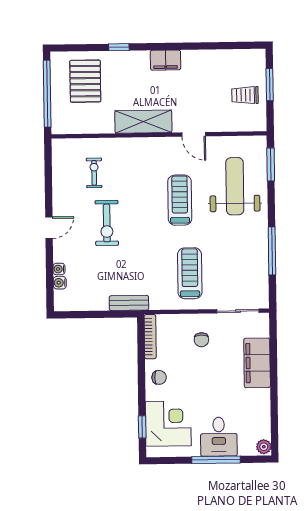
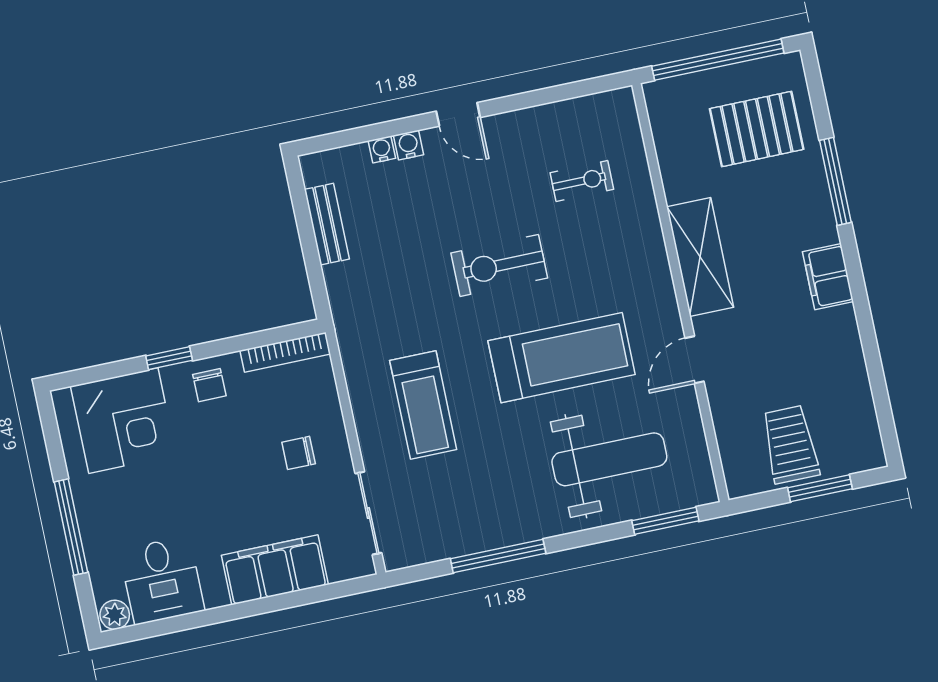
window: (119, 47) -> (835, 181), width x2.17
trolley: (245, 95) -> (790, 444), width x1.36, depth x1.39
treadmill: (180, 200) -> (562, 358), width x1.37, depth x1.38
exercise bike: (107, 223) -> (499, 265), moved
treadmill: (190, 273) -> (423, 405), turned 90
water cooler: (60, 283) -> (409, 145), moved
bench: (129, 303) -> (327, 224), moved
window: (142, 427) -> (169, 358), moved
desk: (219, 437) -> (162, 580), moved, turned -90

